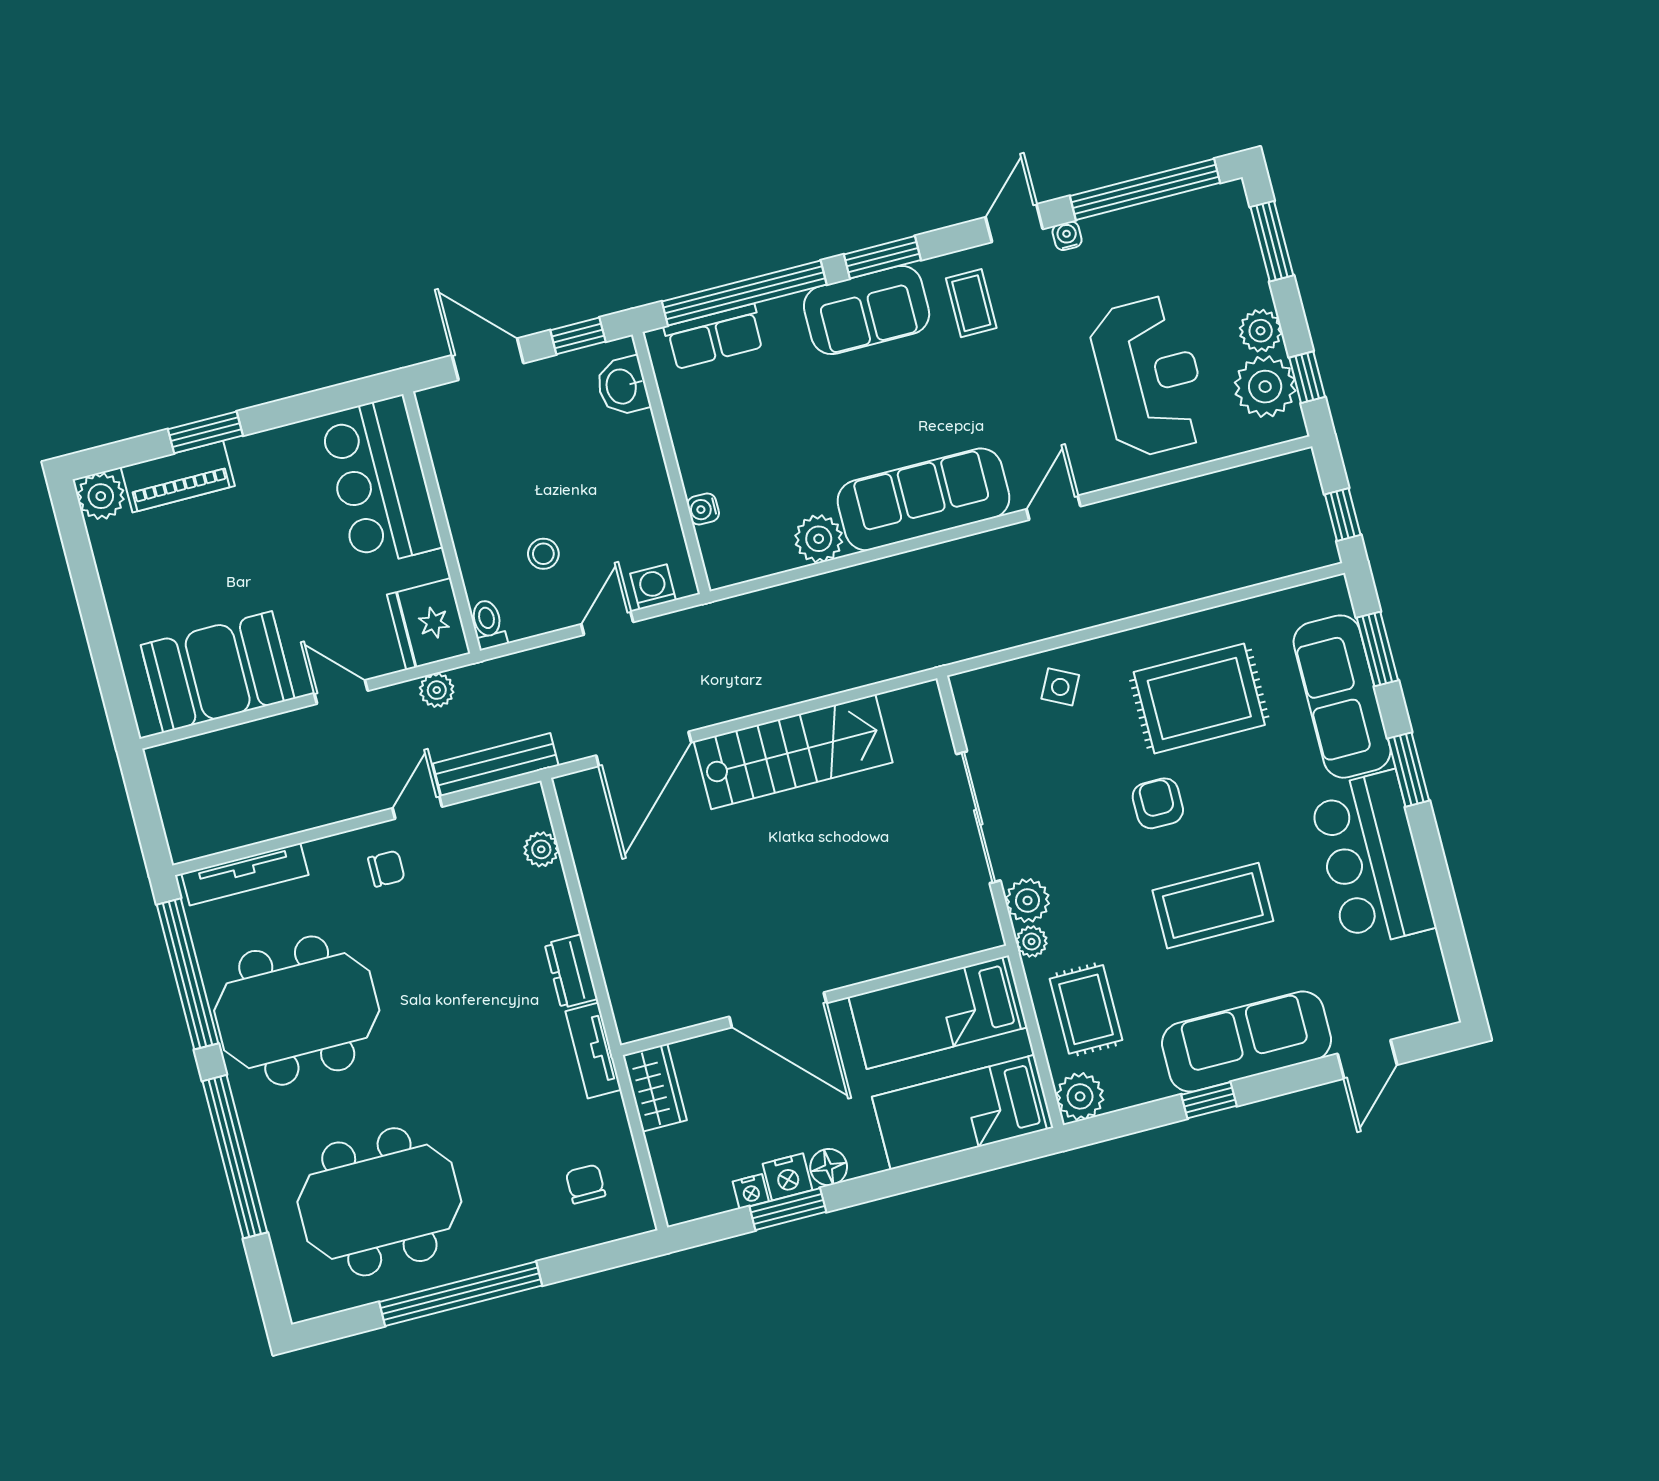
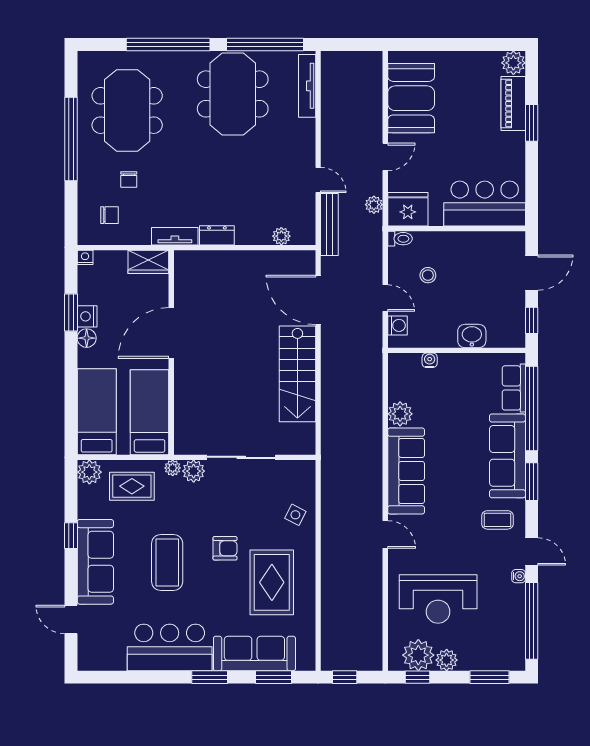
sofa: (867, 310) -> (507, 456), width x1.36
washbasin: (622, 386) -> (472, 336), moved
chair: (386, 869) -> (129, 179), moved
nightstand: (751, 1191) -> (85, 257), moved, turned 90

